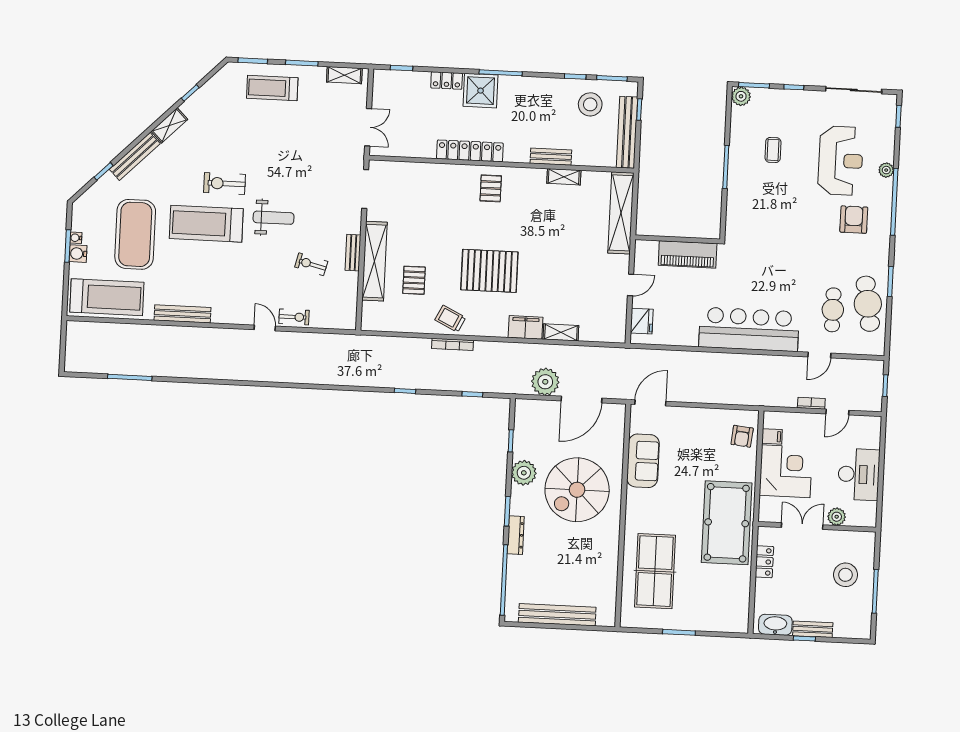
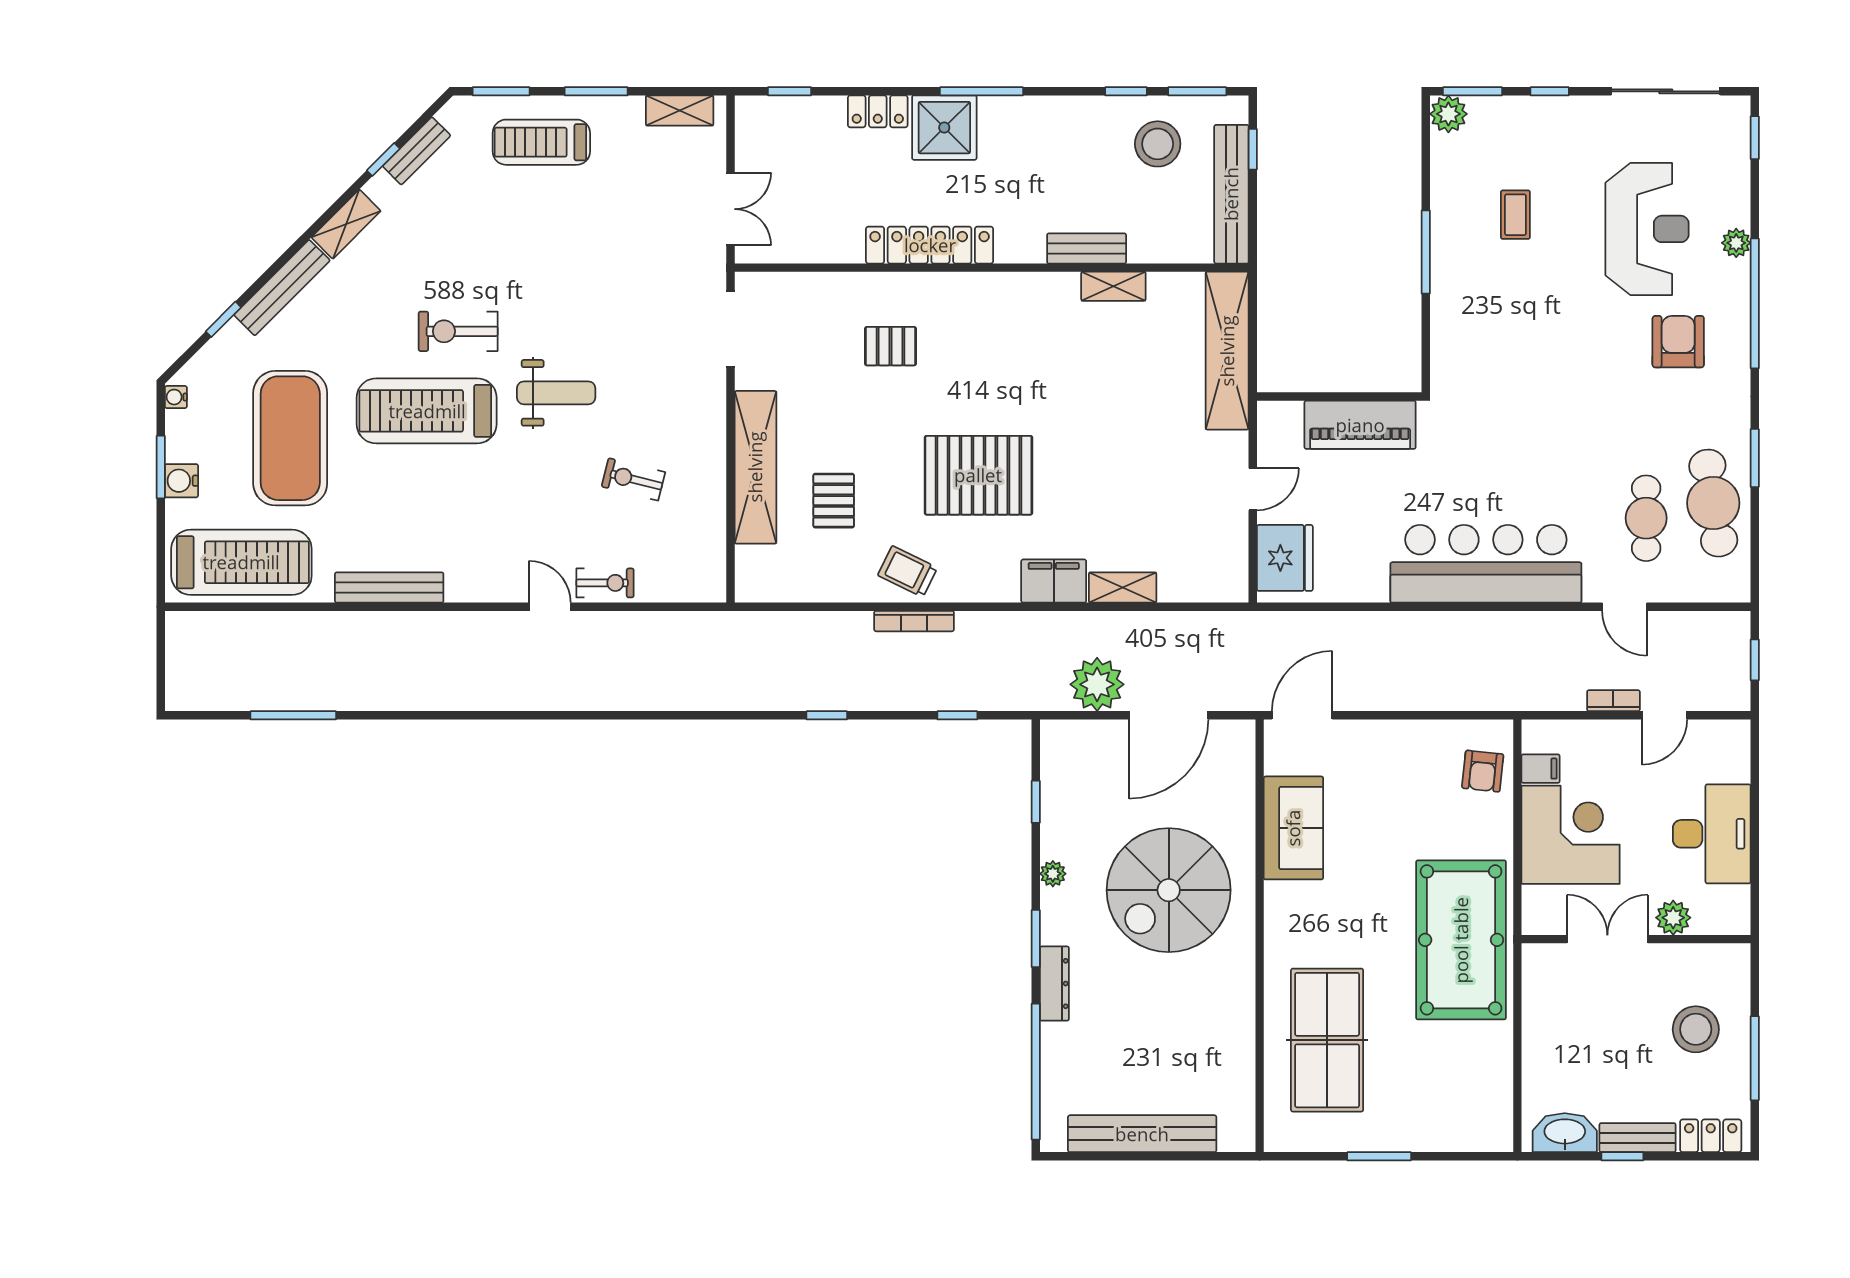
pallet: (491, 188) -> (890, 346), moved, turned 90
water cooler: (76, 238) -> (176, 397), moved
bench: (353, 253) -> (417, 151), moved, turned 45
fridge: (642, 321) -> (1285, 558), width x1.36, depth x1.34
door: (819, 355) -> (1624, 607), hinge flipped
plant: (524, 473) -> (1053, 874), width x0.53, depth x0.53
locker: (764, 562) -> (1711, 1136), moved, turned -90

